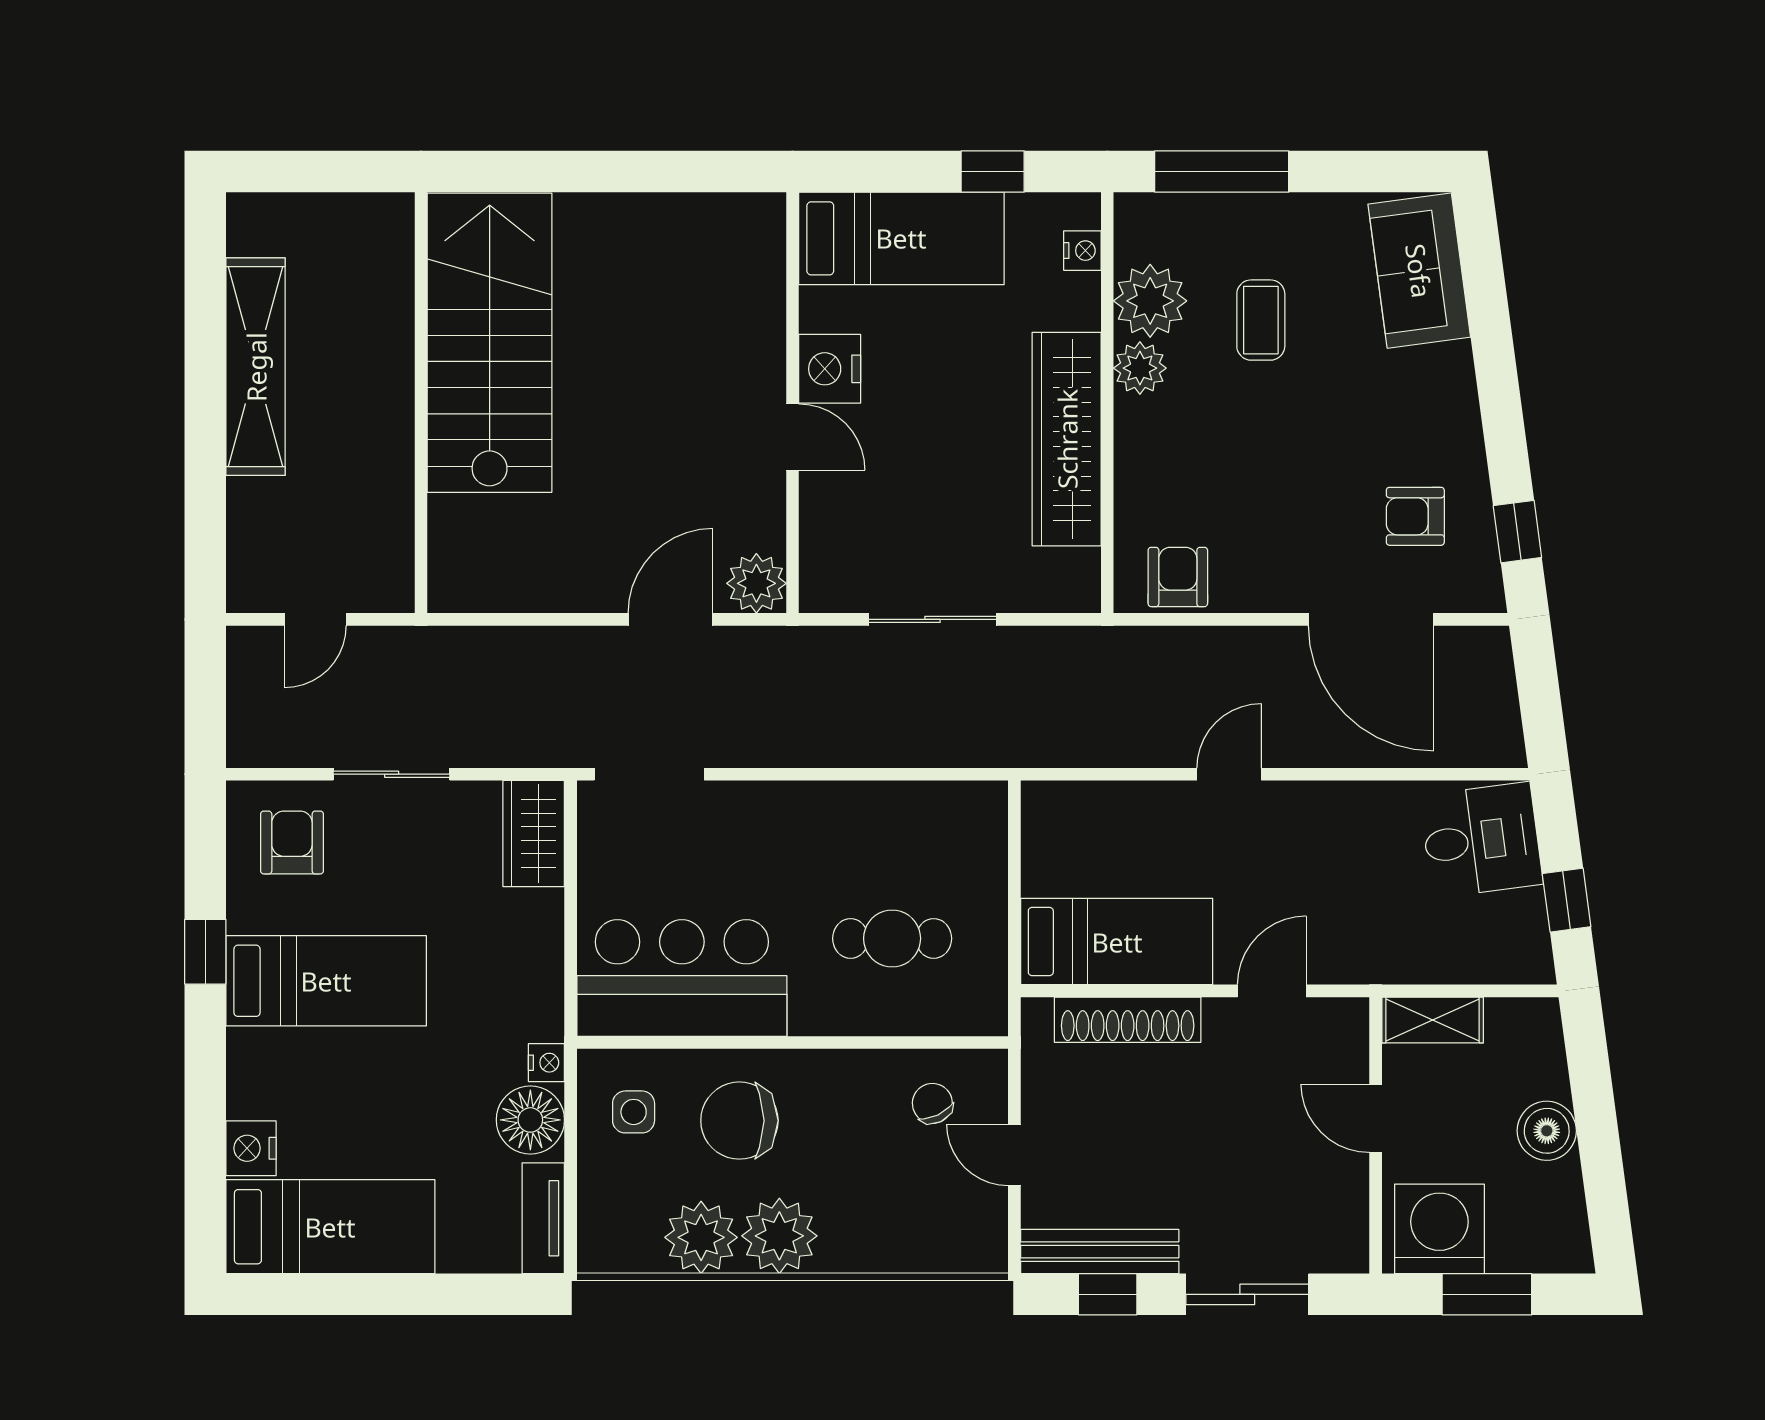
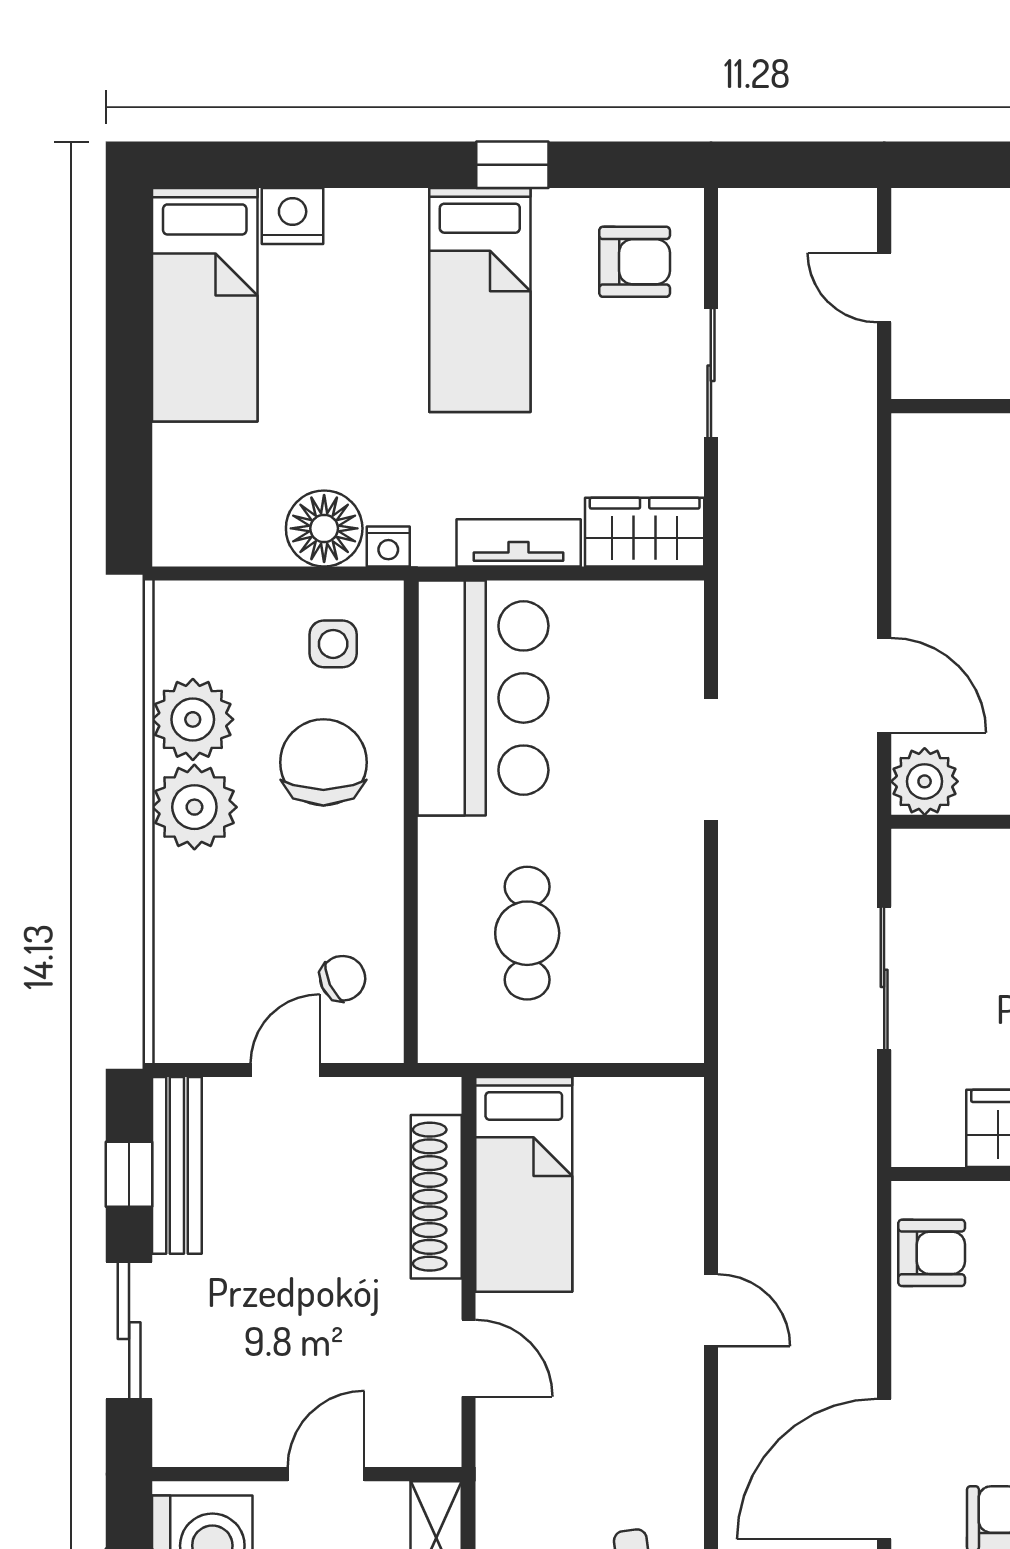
doorway: (649, 774) -> (711, 759), moved
tv unit: (543, 1218) -> (519, 543), moved

